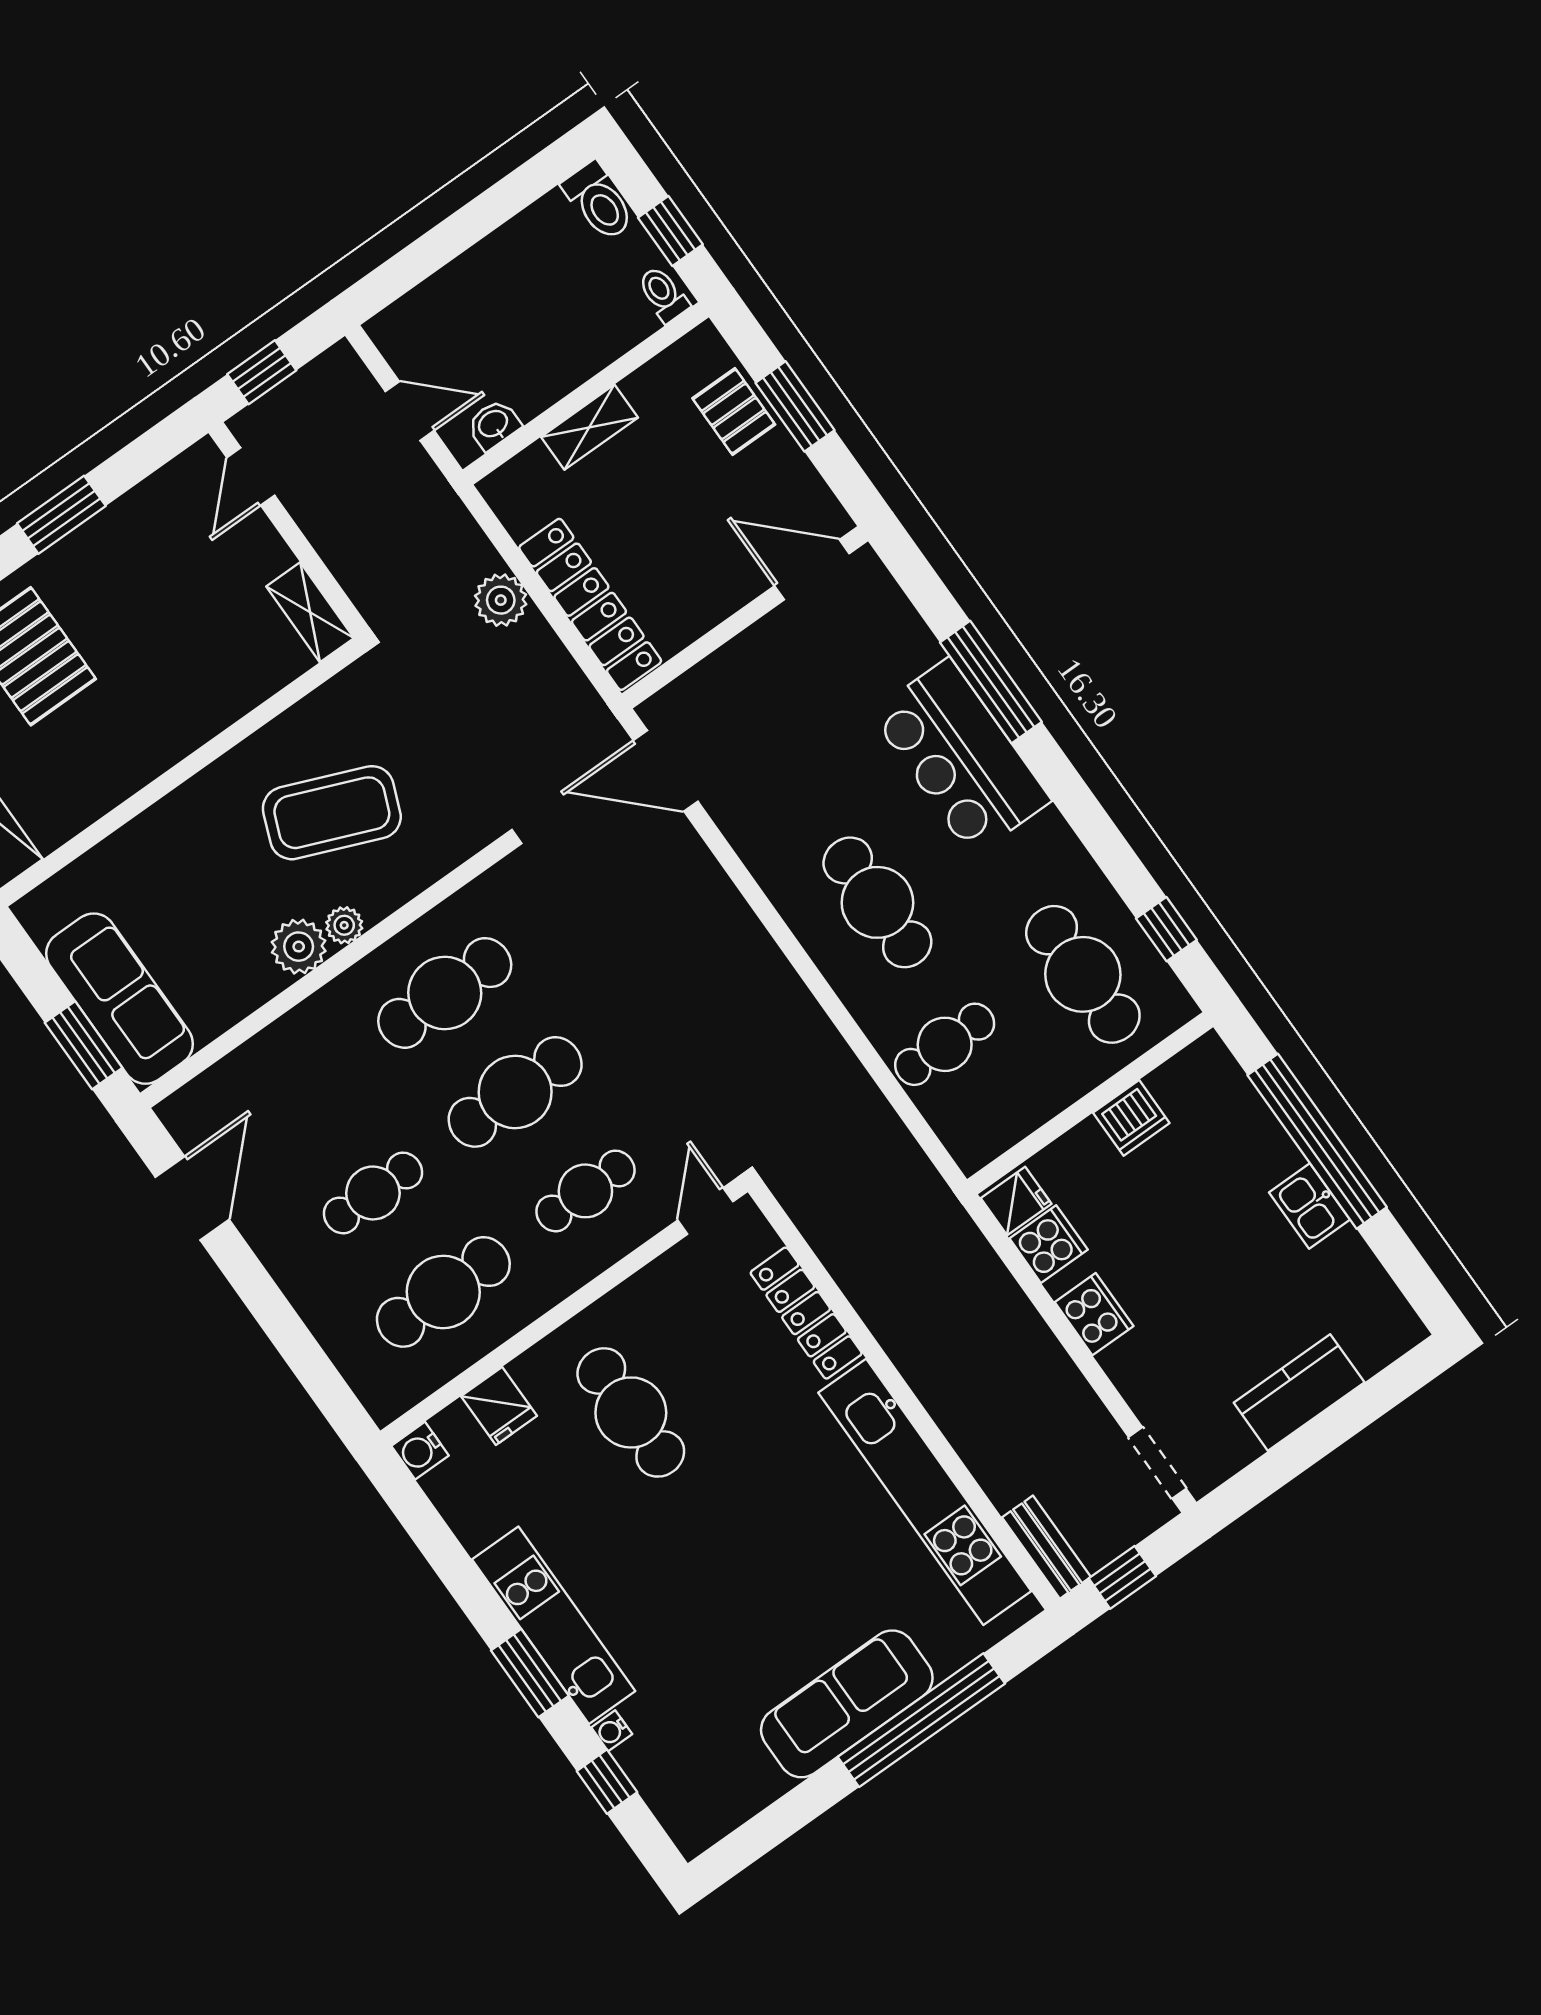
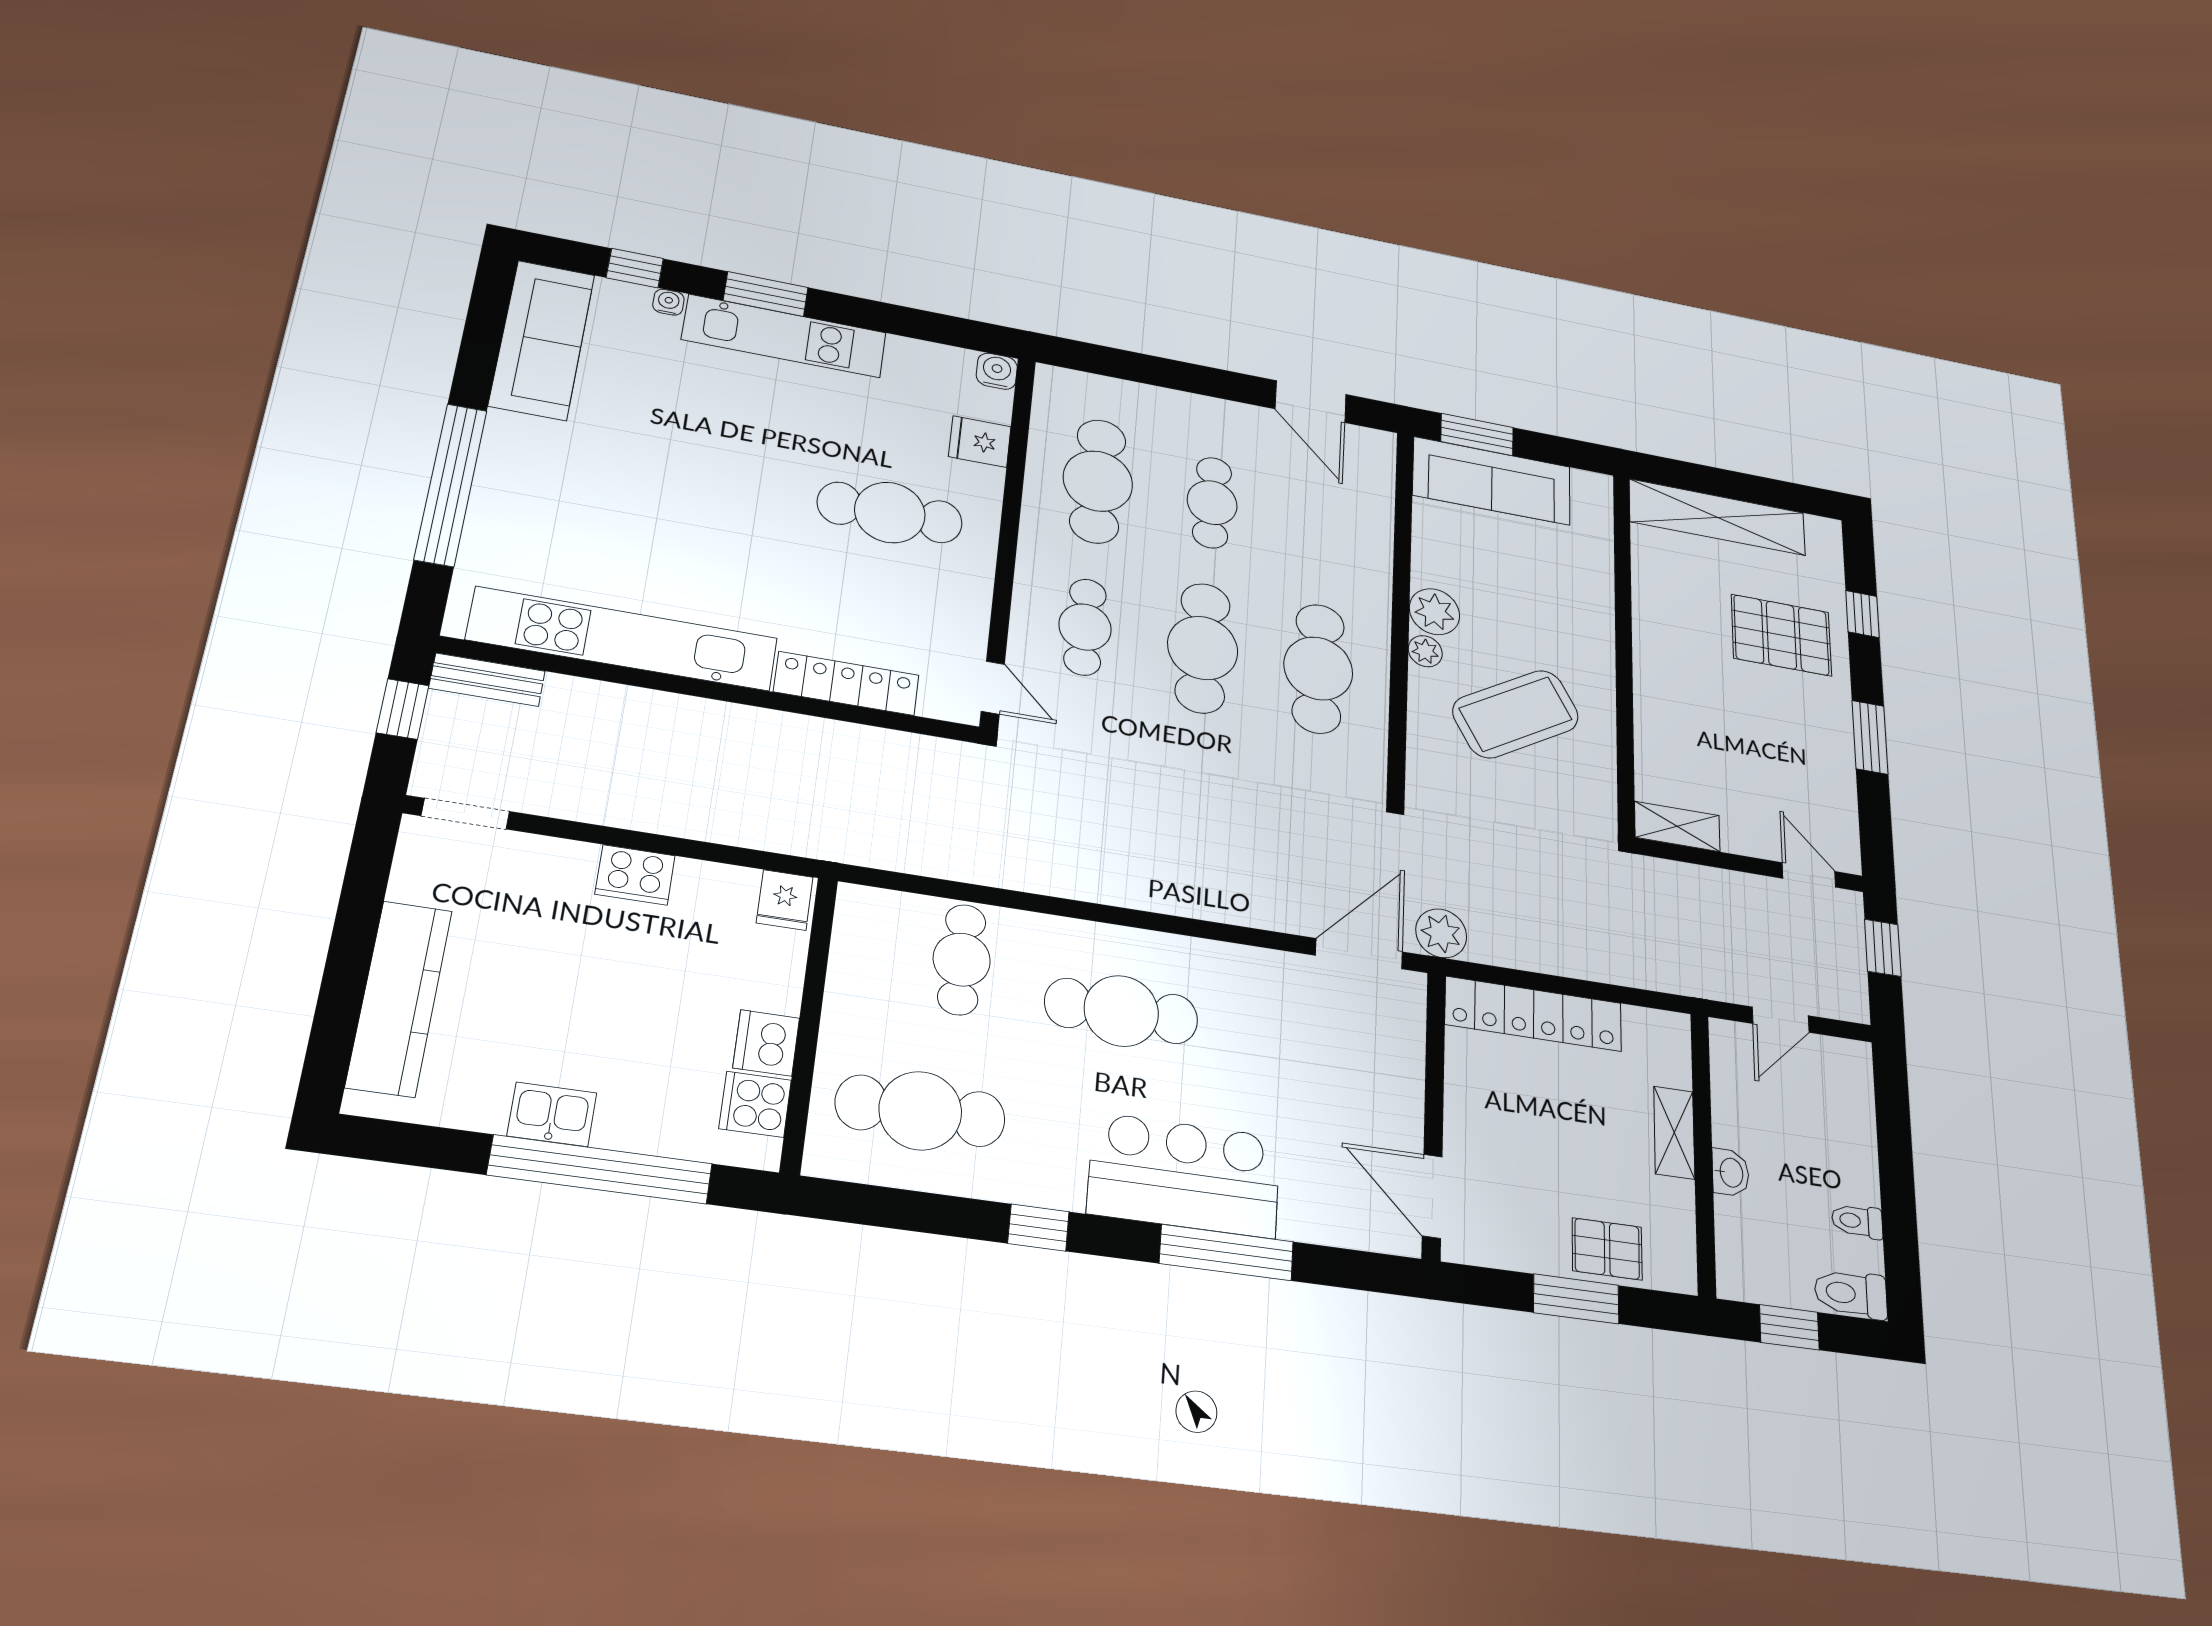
toilet: (663, 294) -> (1857, 1221), moved, turned 180
washbasin: (494, 424) -> (1730, 1173), moved
door: (812, 570) -> (1432, 1196), swing flipped
plant: (501, 600) -> (1441, 933), moved
coffee table: (332, 813) -> (1516, 714), turned 38
window: (1166, 929) -> (1038, 1228), moved
cooker: (1049, 1244) -> (755, 1104), moved, turned 90
kitchen counter: (1299, 1393) -> (399, 998), width x1.50
sofa: (847, 1704) -> (542, 340), moved

